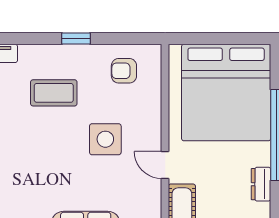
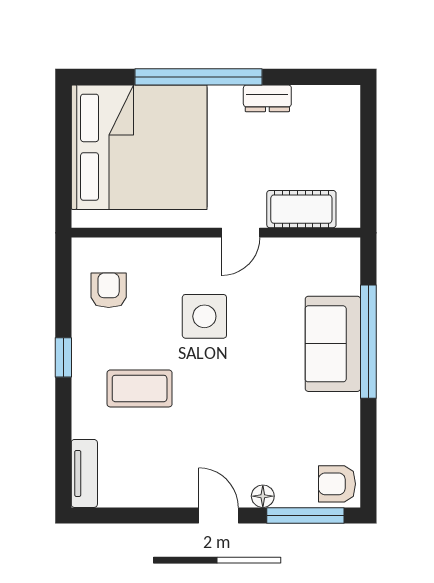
armchair: (124, 71) -> (109, 290), turned 180
coffee table: (54, 93) -> (140, 388), turned 90

